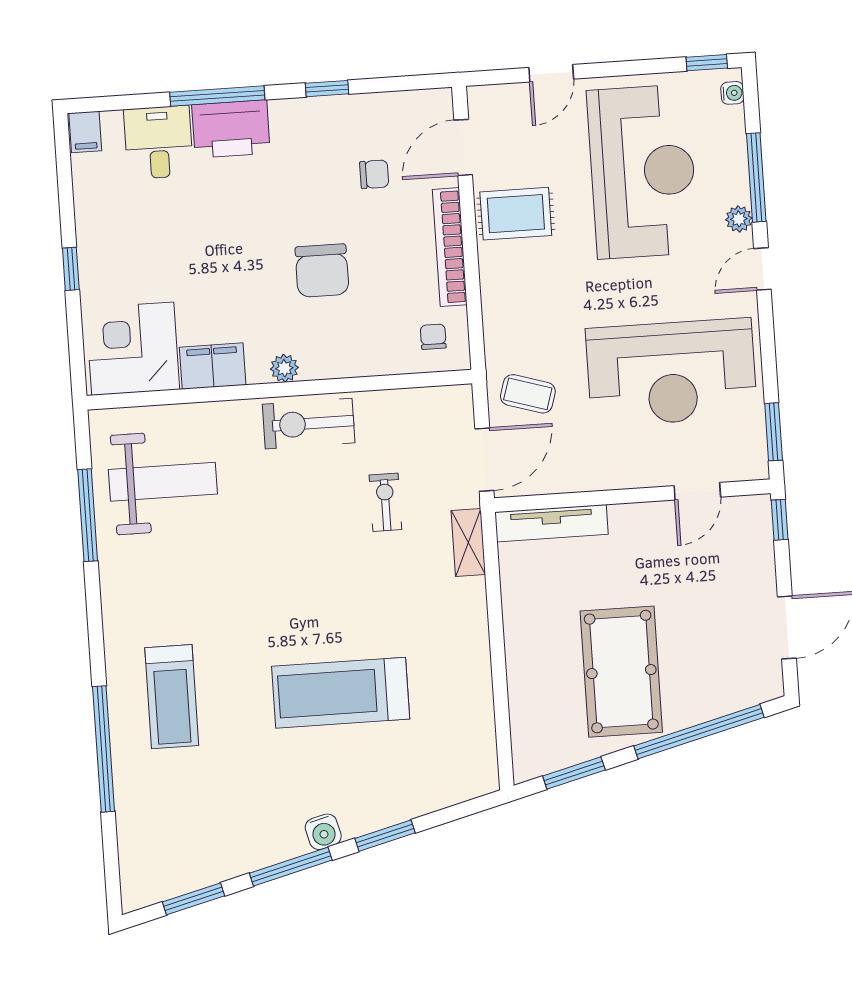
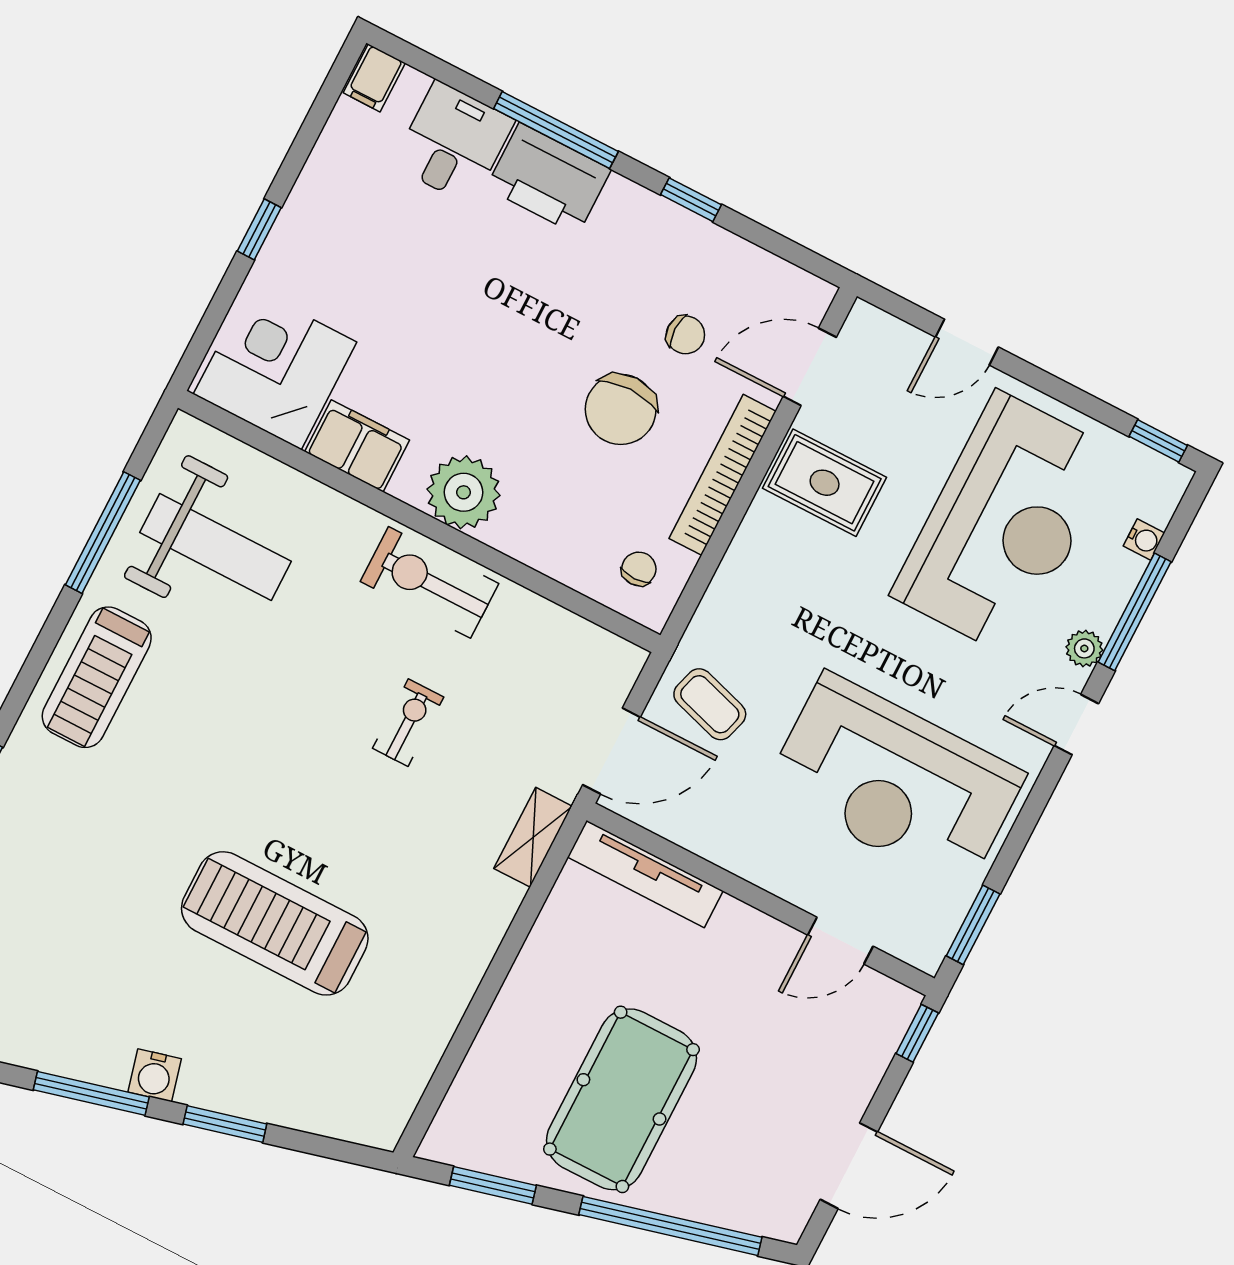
water cooler: (732, 93) -> (1144, 539), moved
chair: (322, 271) -> (621, 409), moved
plant: (284, 368) -> (464, 492), width x1.88, depth x1.88
exercise bike: (385, 502) -> (408, 723), moved
treadmill: (172, 697) -> (97, 677), moved

